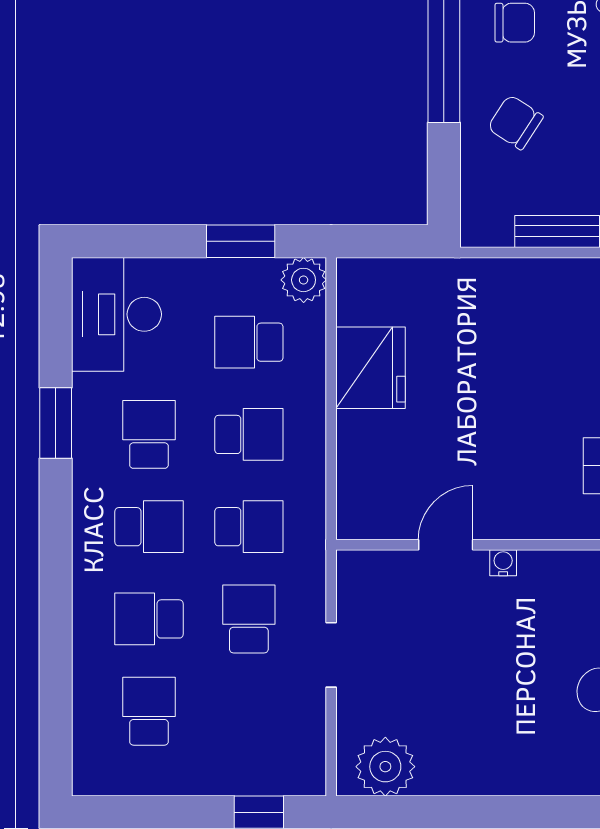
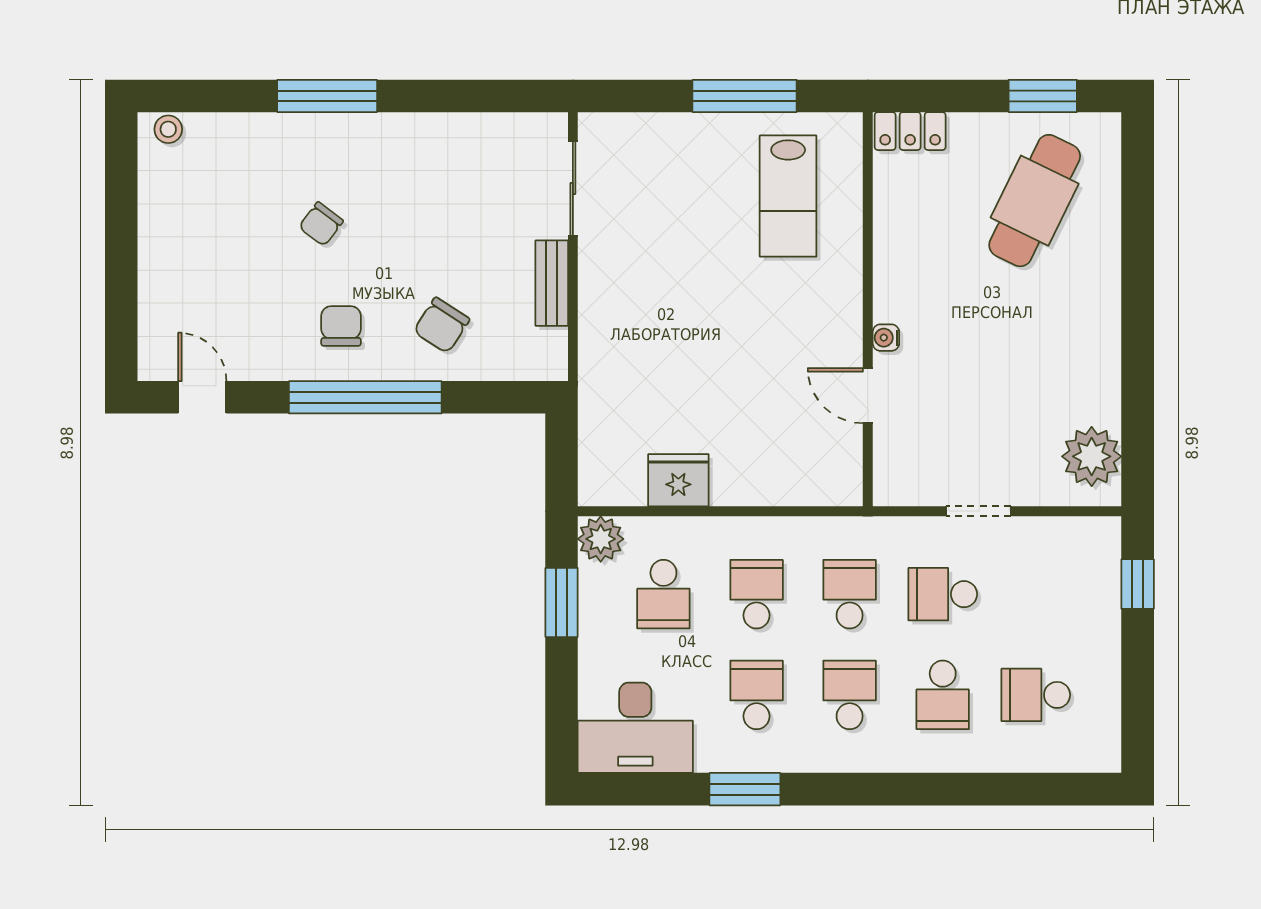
fridge: (370, 368) -> (678, 480), width x0.73, depth x0.75
school desk: (149, 434) -> (757, 695), turned 90

